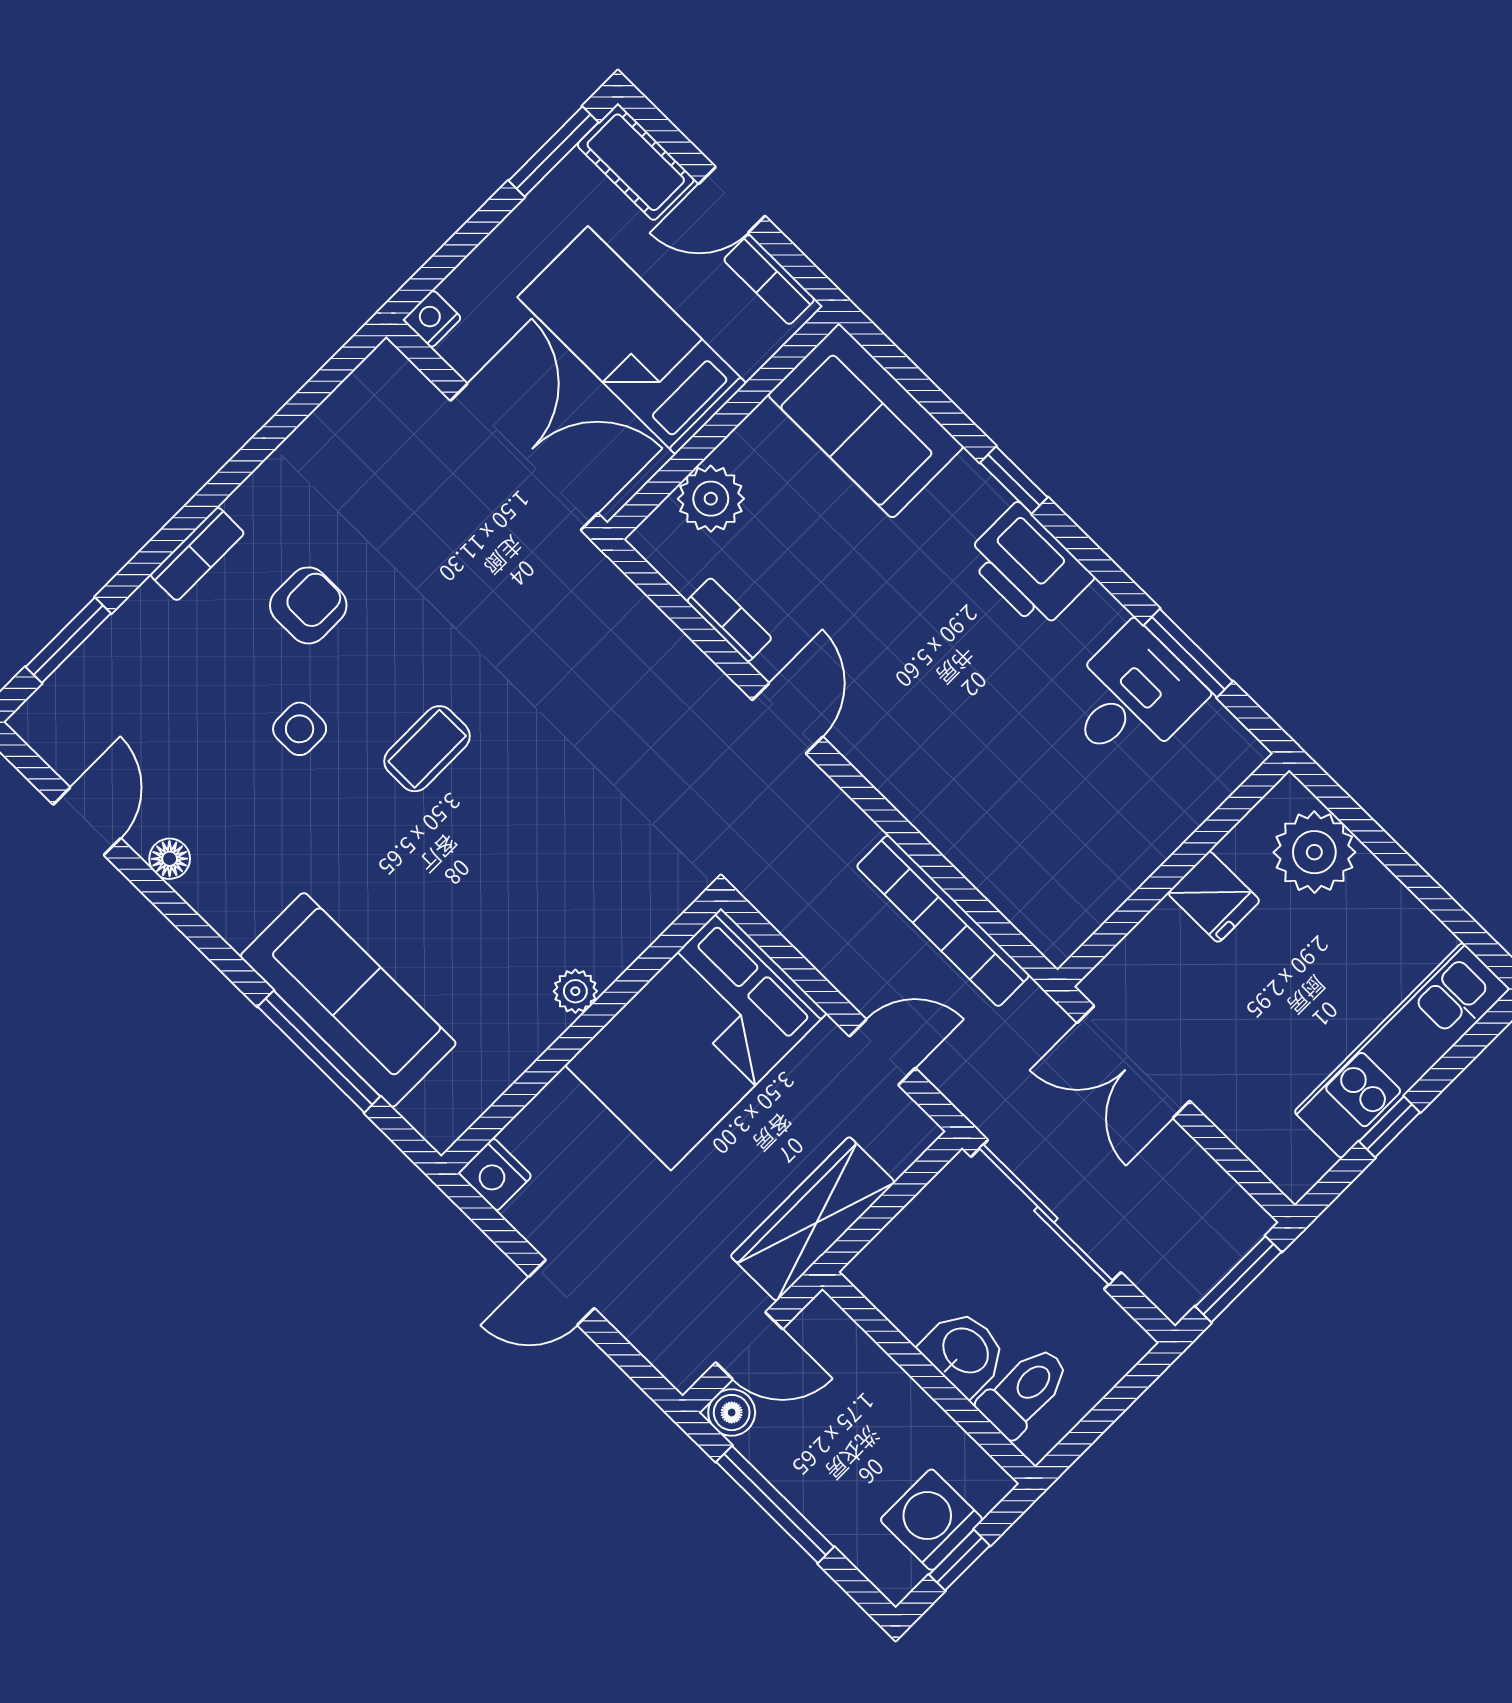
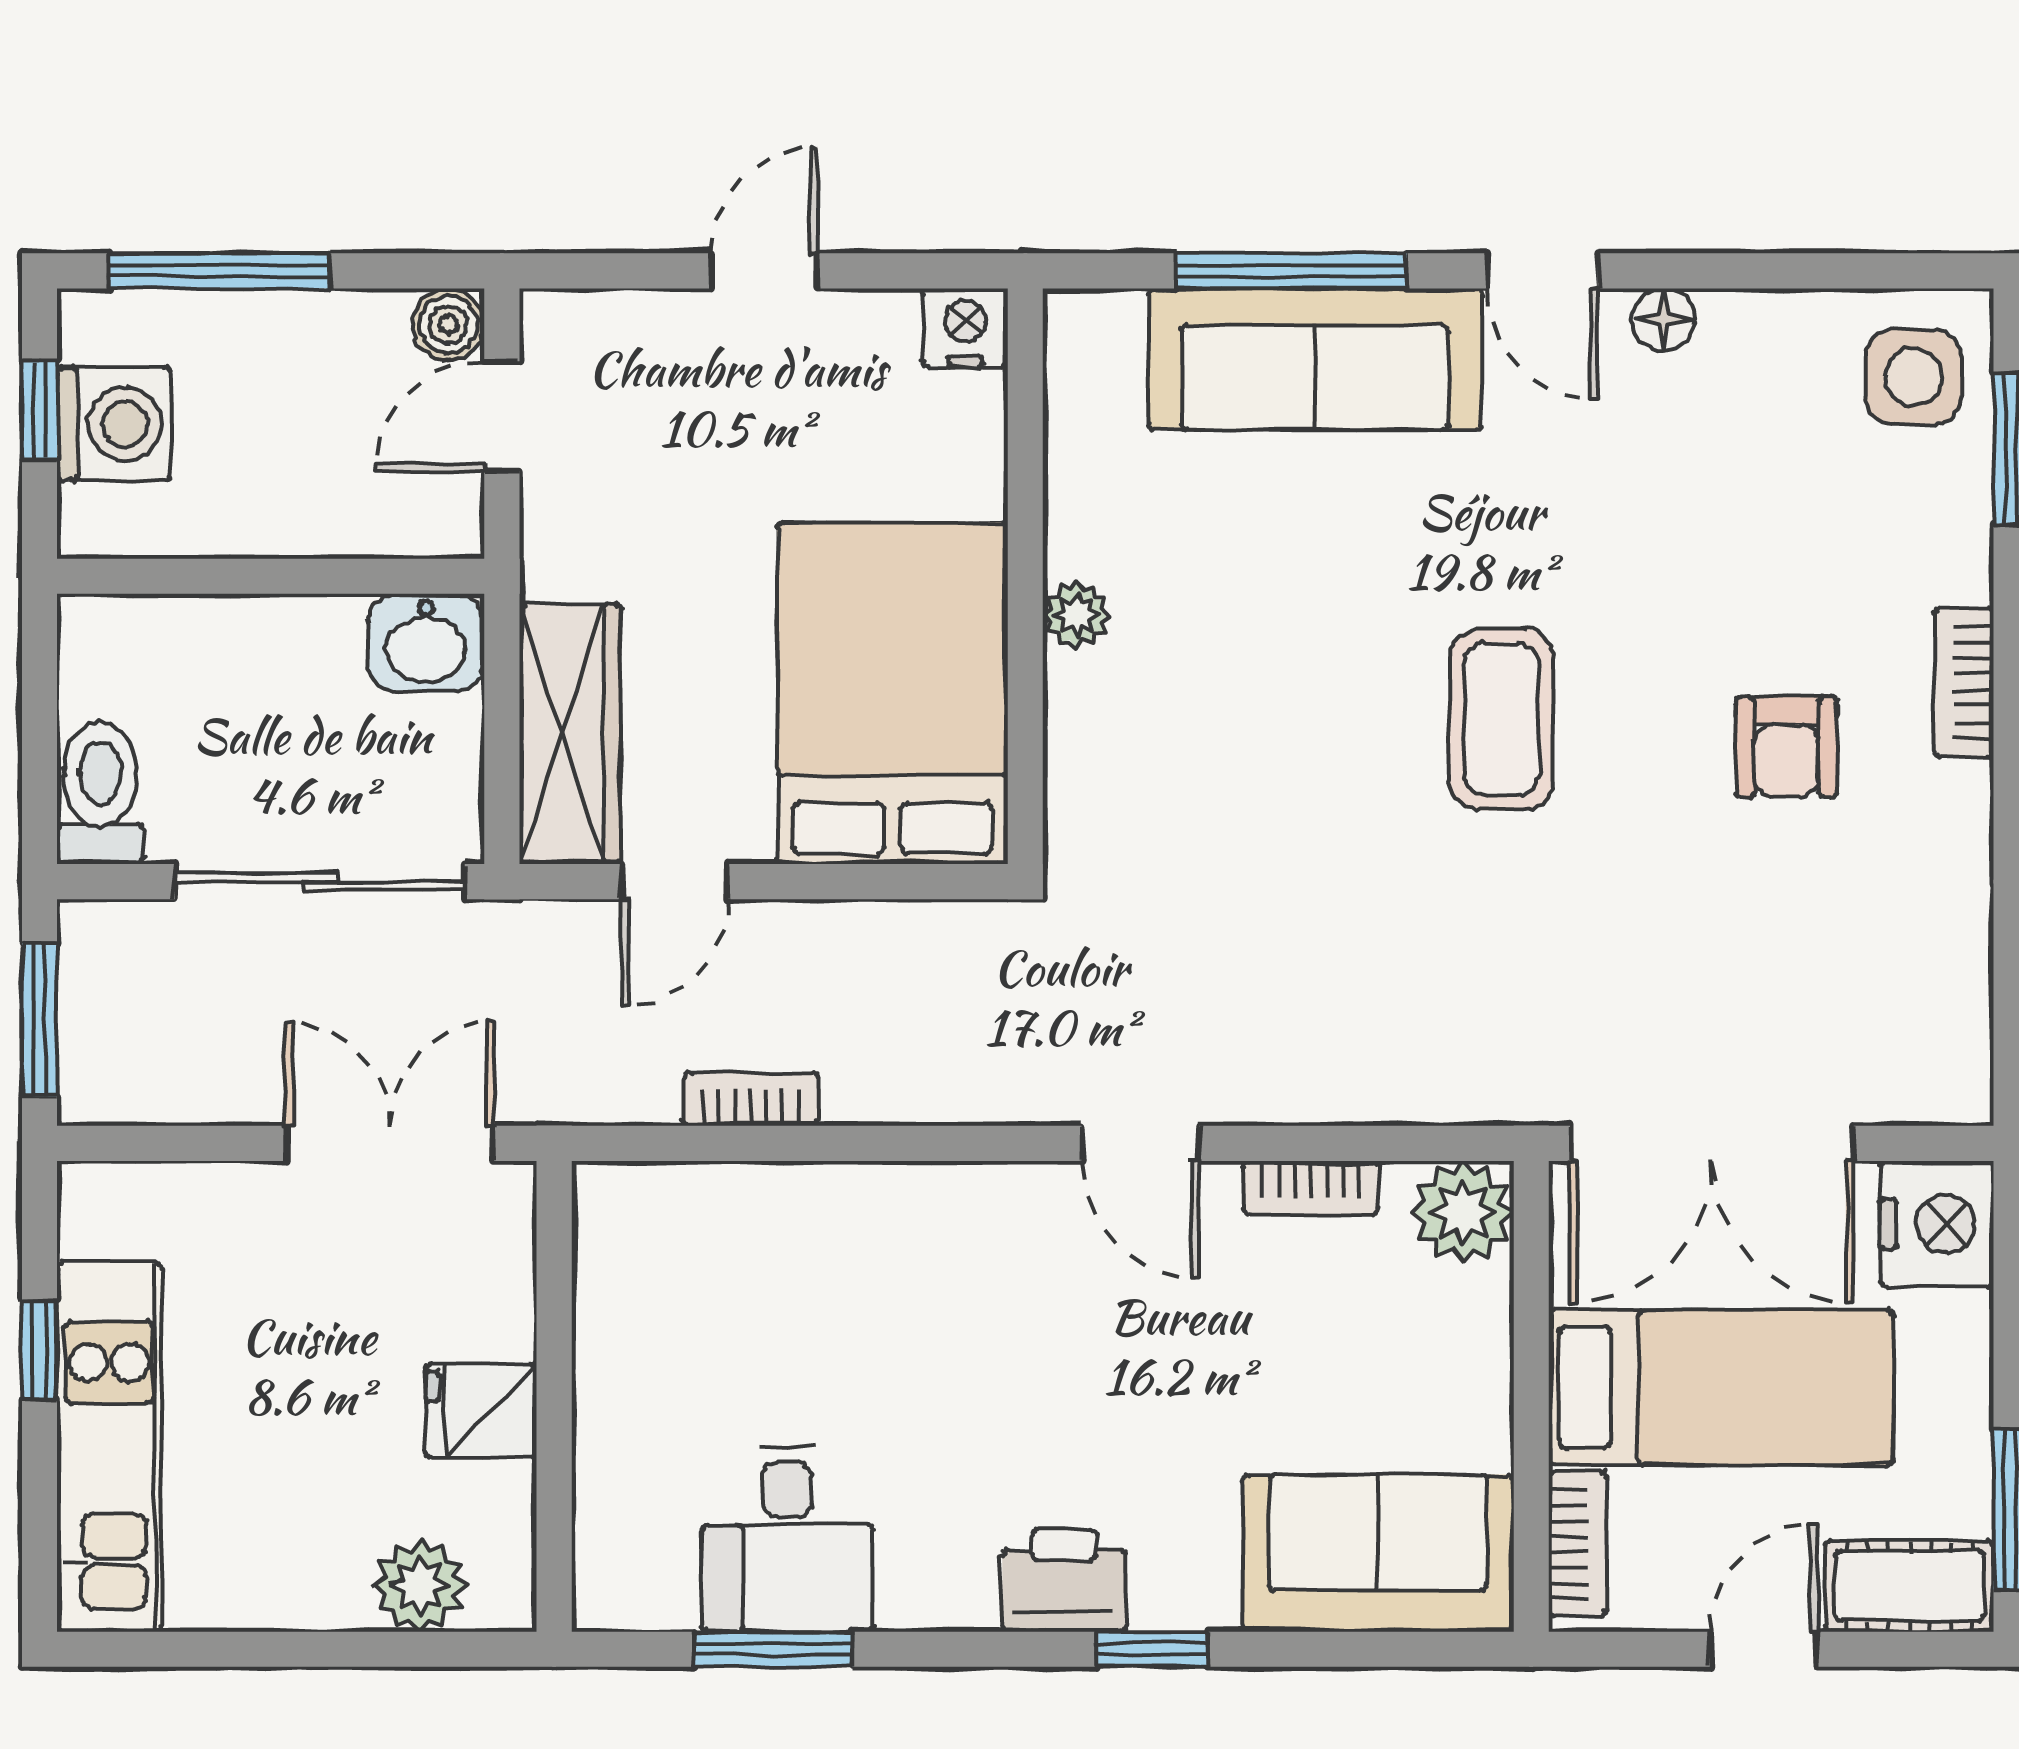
bookcase: (769, 279) -> (1578, 1544), moved, turned 90
nightstand: (432, 319) -> (1937, 1224), width x1.89, depth x1.79
plant: (711, 499) -> (1463, 1212), moved
printer: (1029, 567) -> (1064, 1581), width x0.73, depth x0.84
side table: (300, 729) -> (1913, 377), moved, width x1.37, depth x1.37
coffee table: (427, 749) -> (1501, 719), width x1.36, depth x1.30
door: (87, 821) -> (1542, 271), moved
plant: (1314, 852) -> (420, 1586), width x0.73, depth x0.73
bookcase: (943, 921) -> (751, 1099), width x0.43, depth x0.76
wardrobe: (813, 1219) -> (570, 734), moved
washbasin: (964, 1352) -> (426, 643), moved
toilet: (1024, 1391) -> (100, 793), moved, turned 180
window: (775, 1504) -> (219, 271), moved

